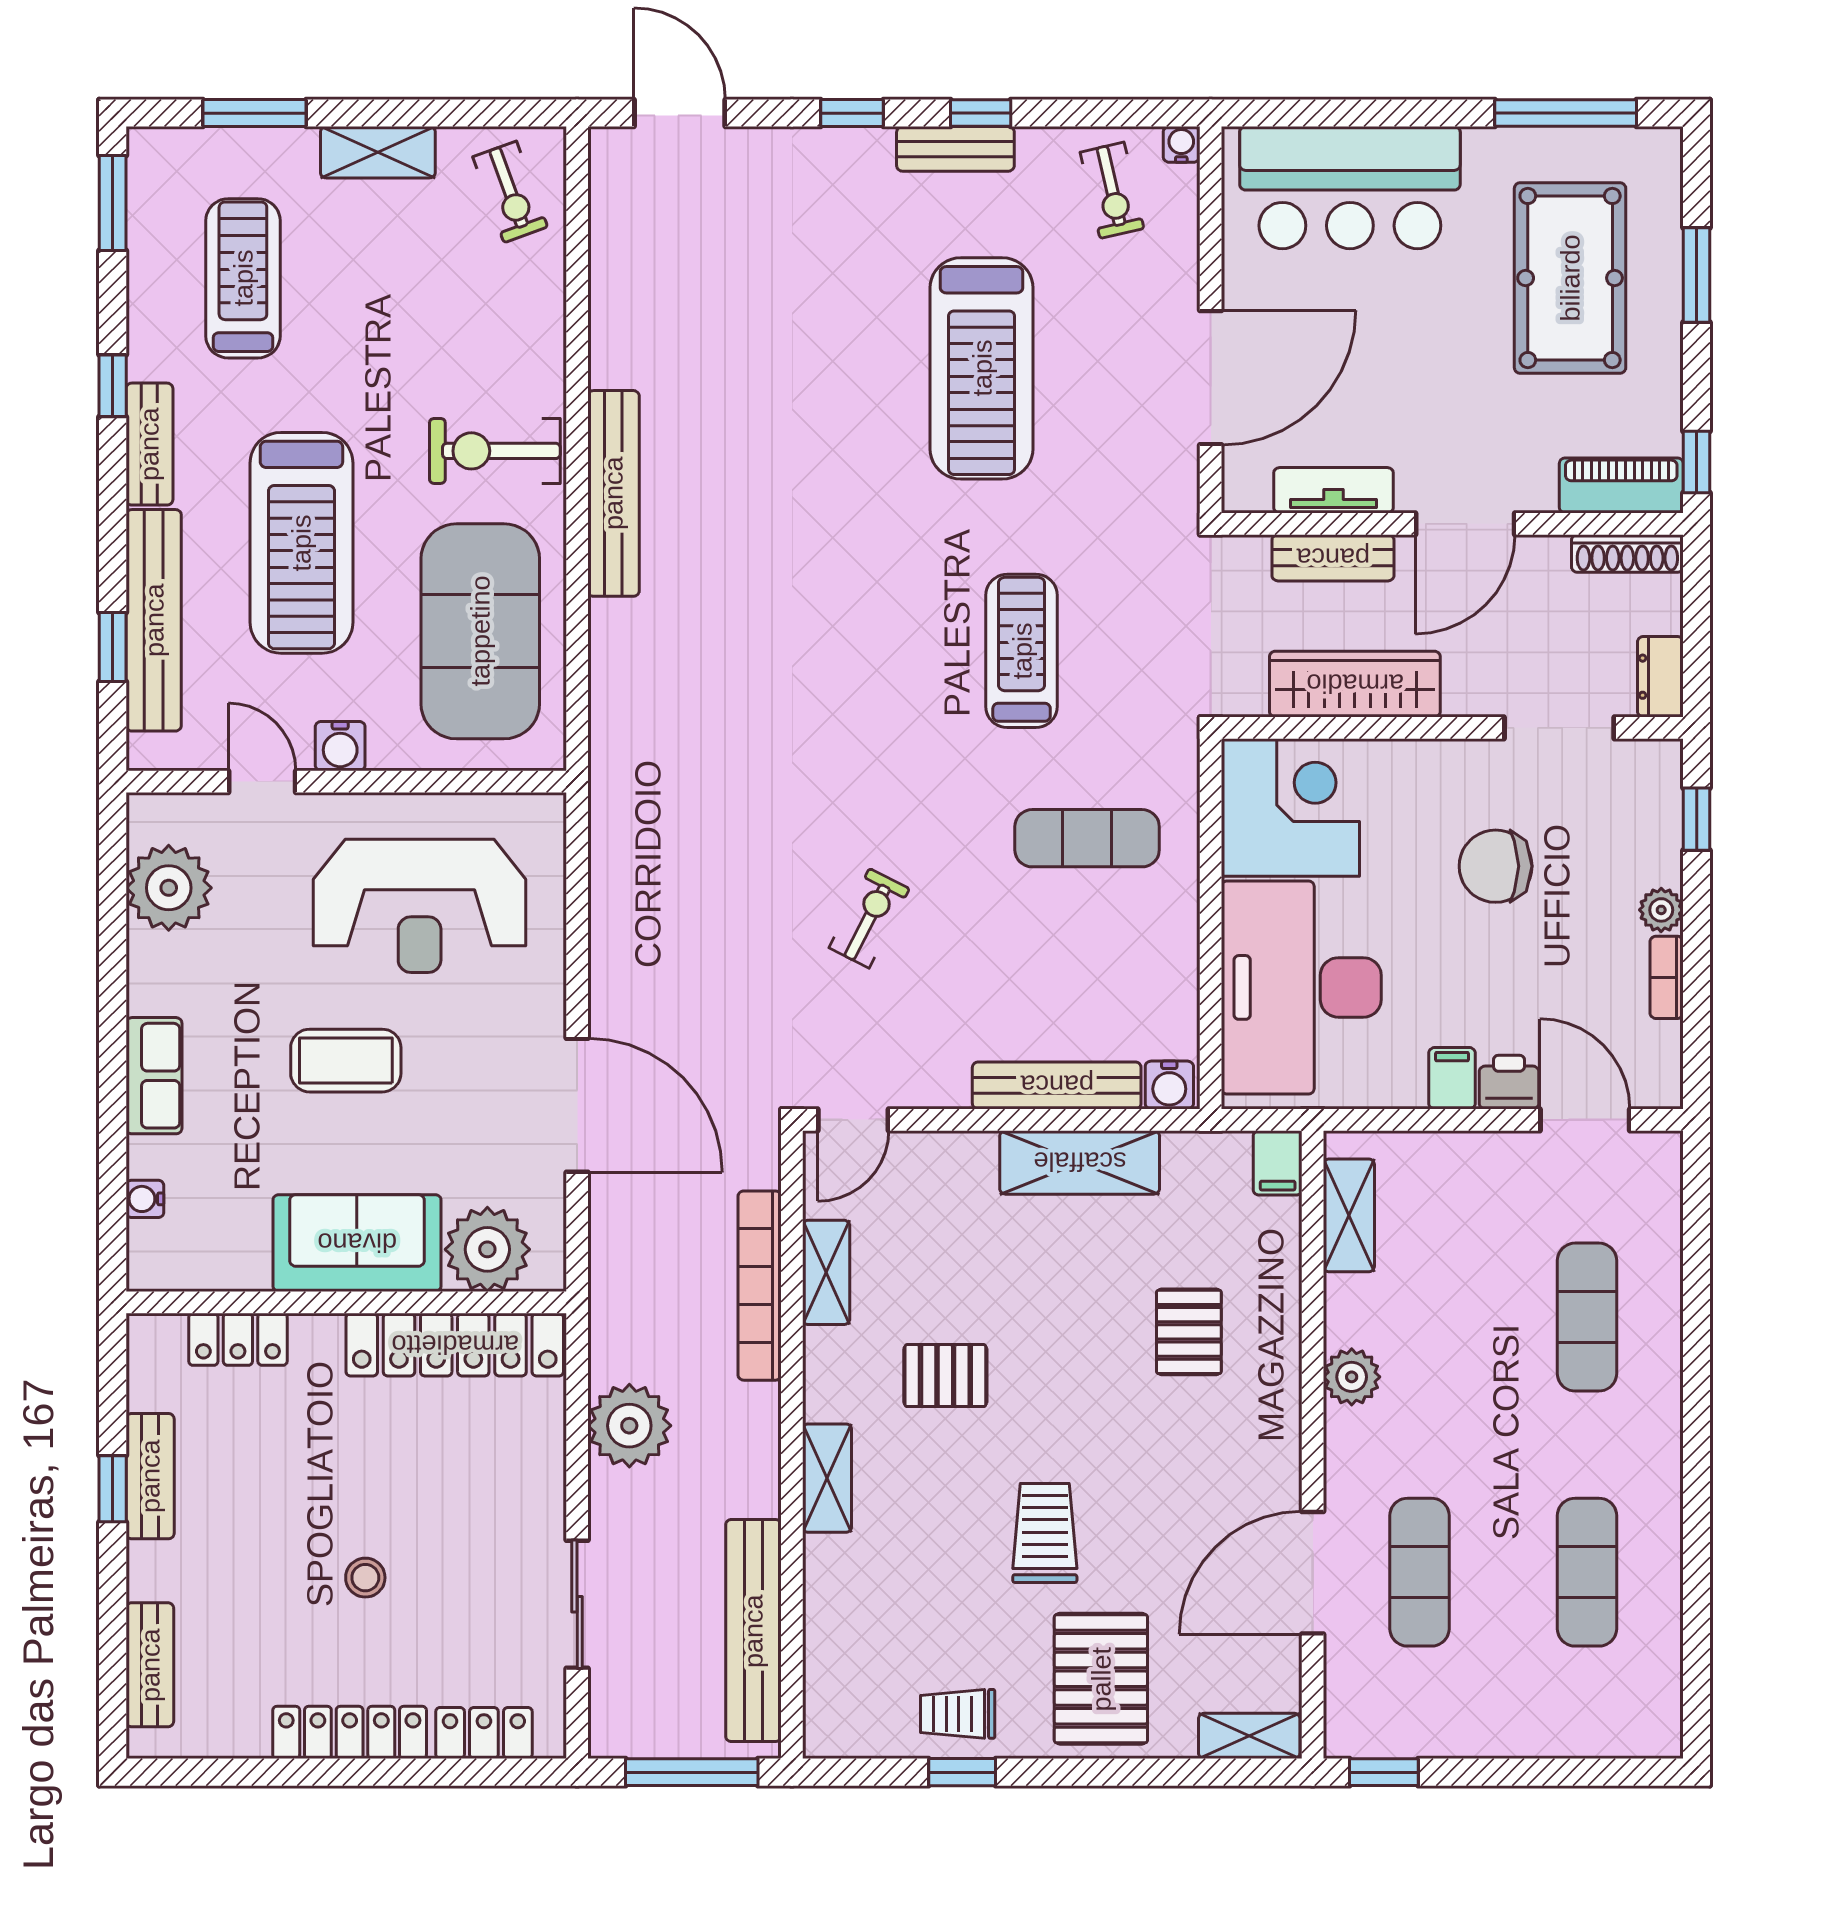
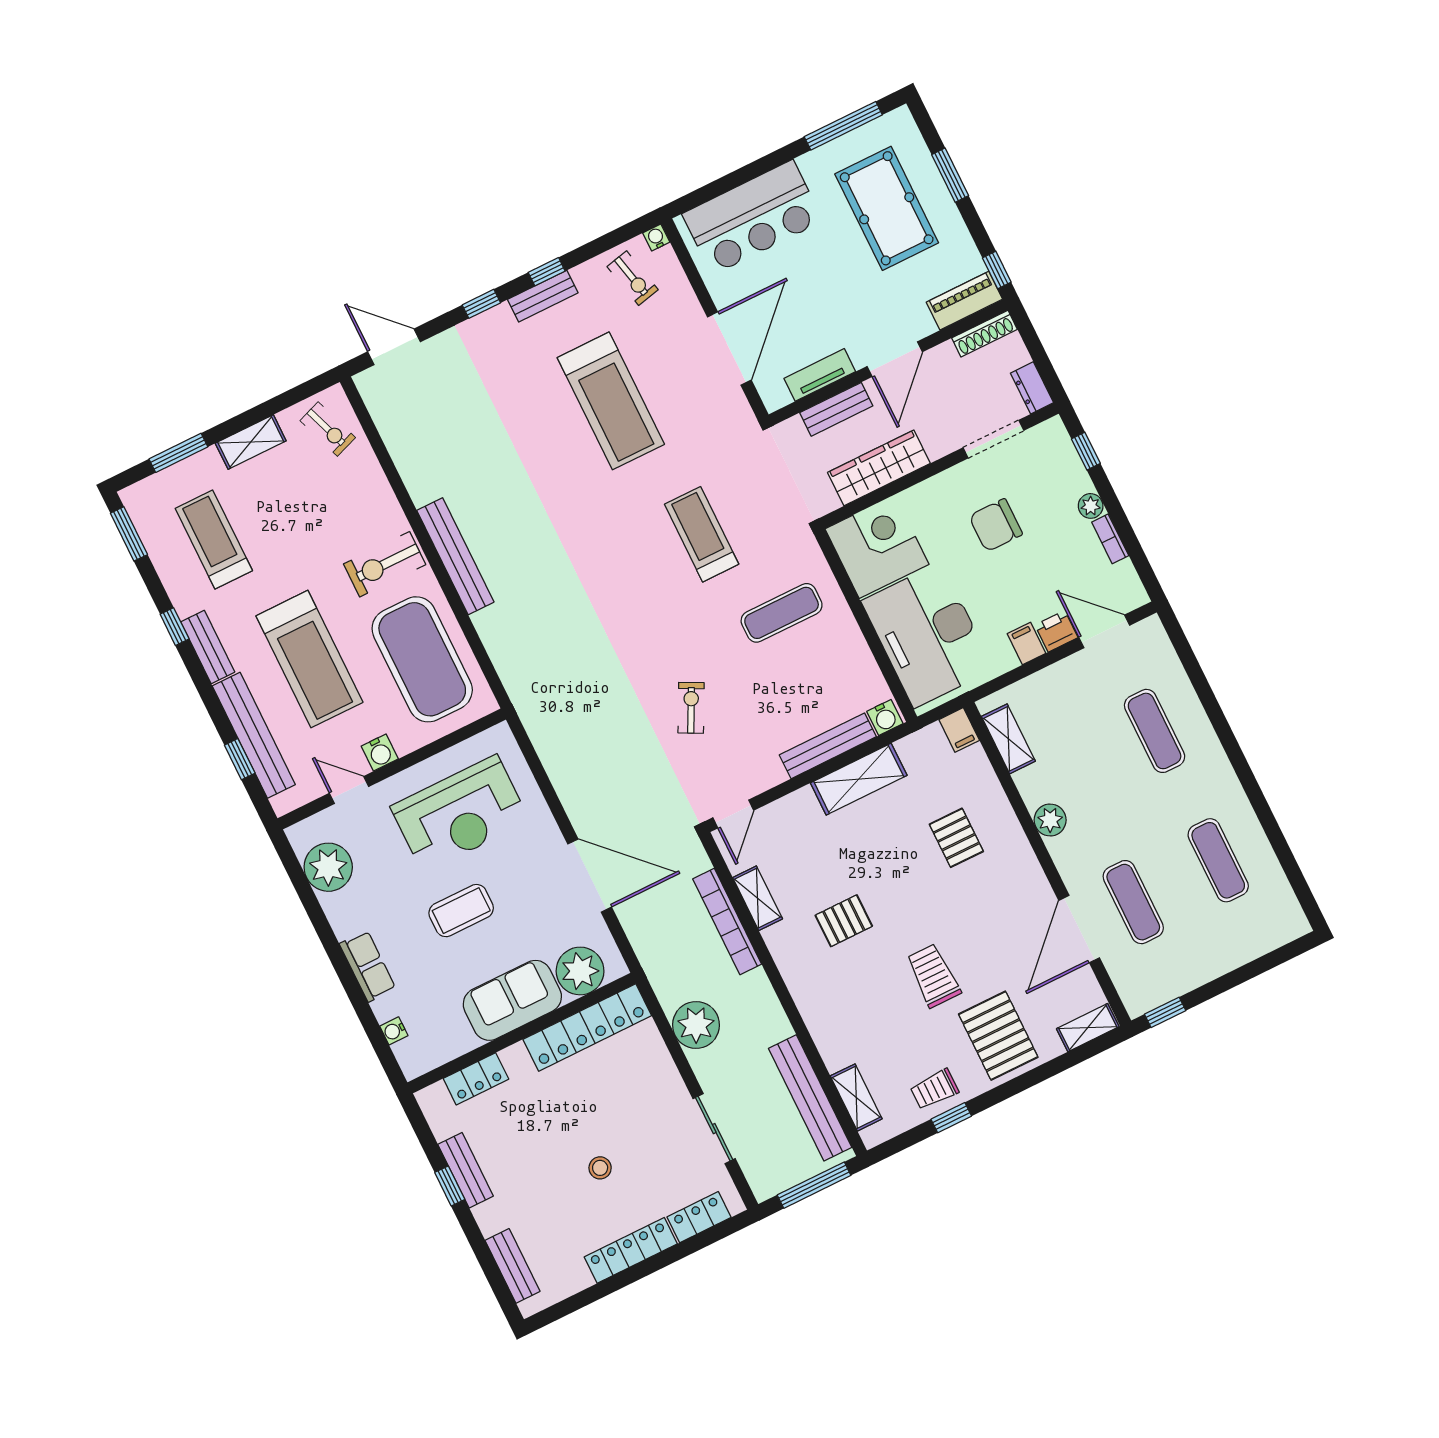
shelving: (827, 1478) -> (856, 1097), moved

